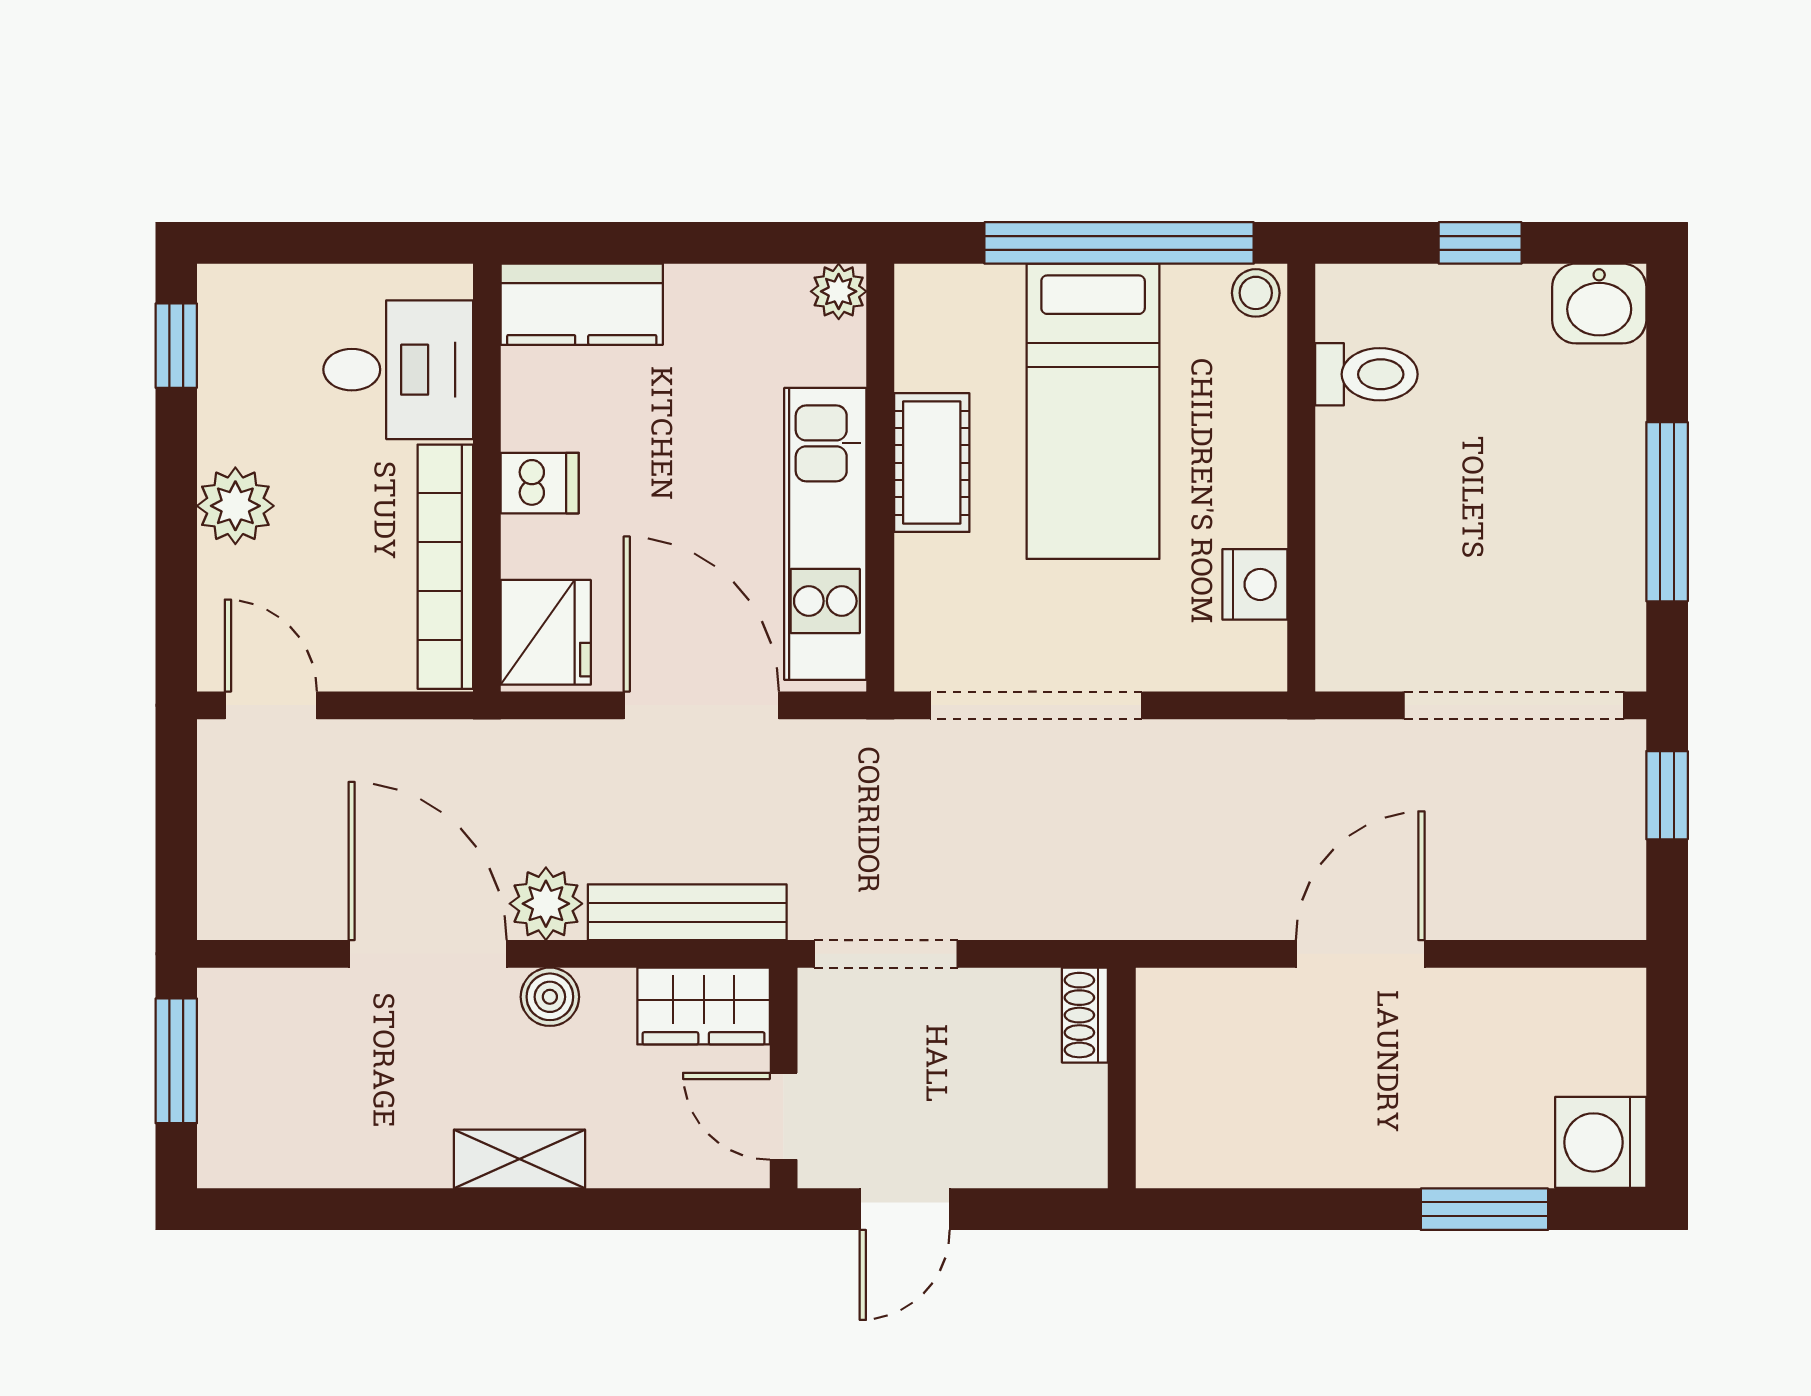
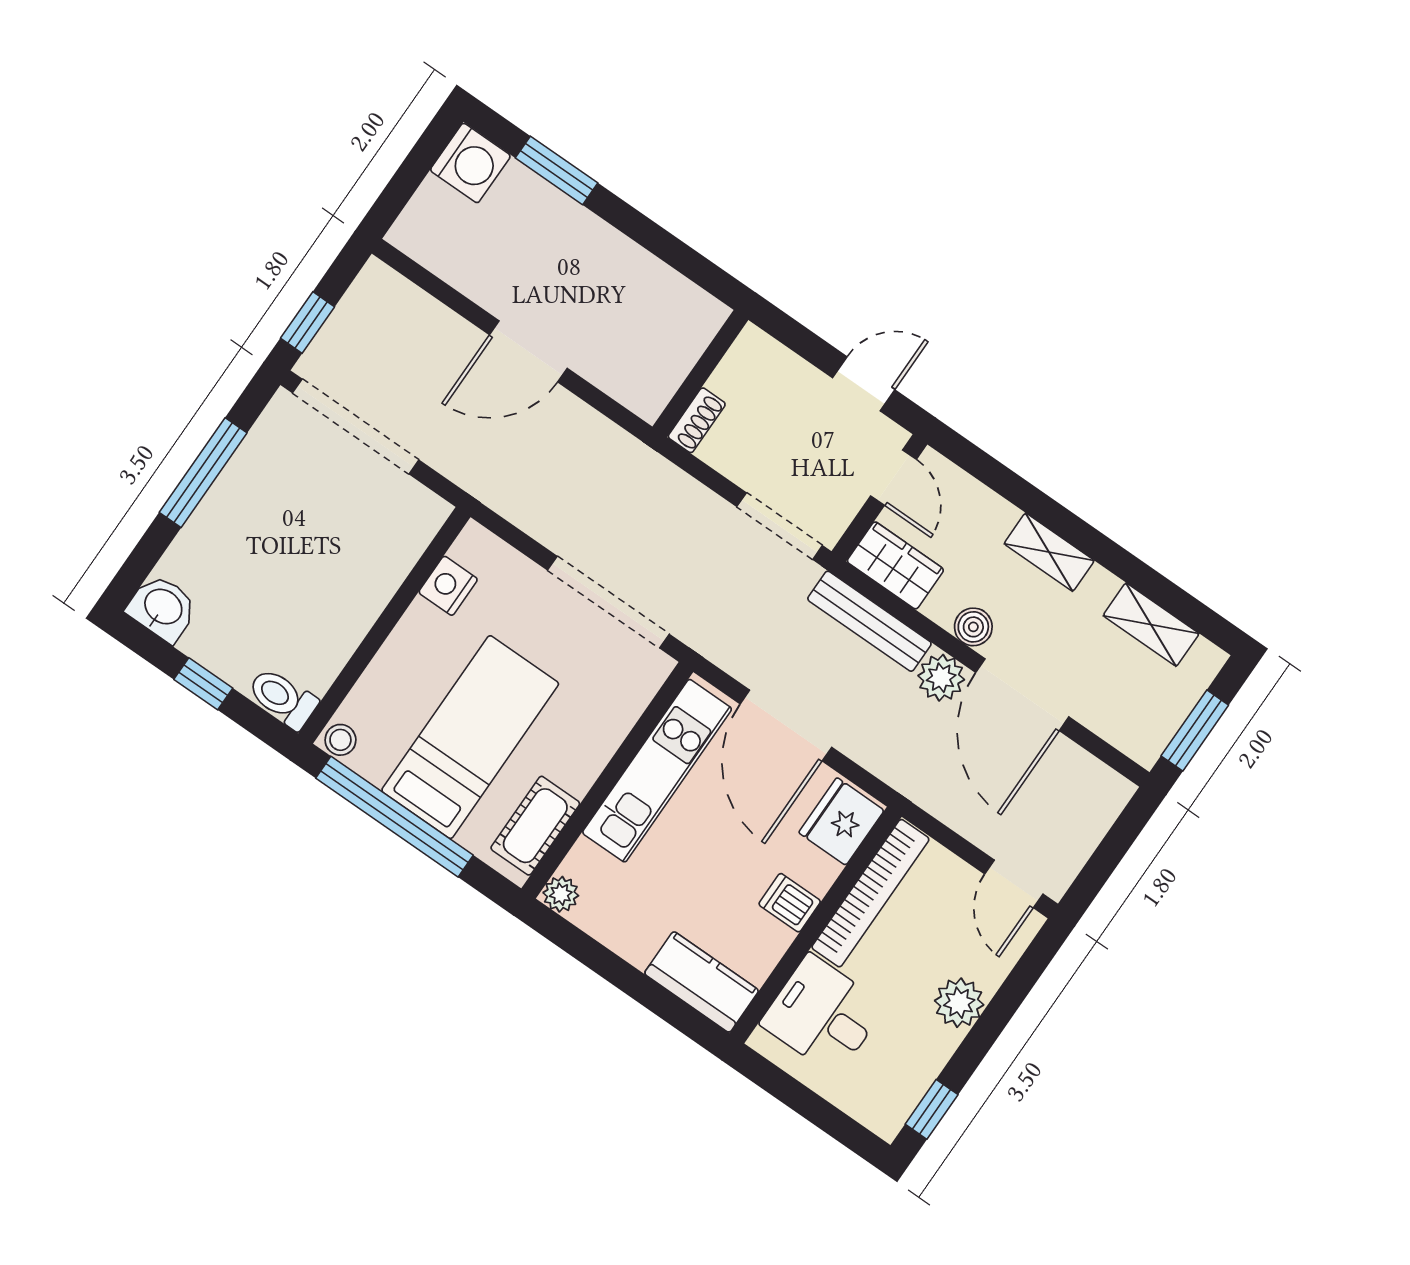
toilet: (1366, 374) -> (283, 698), moved
cot: (932, 463) -> (535, 826), moved
shelving: (326, 1157) -> (1151, 625), added

